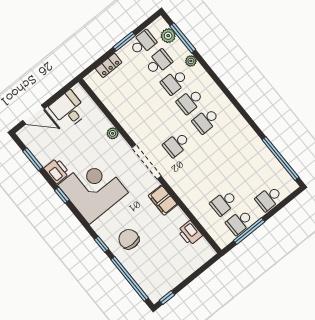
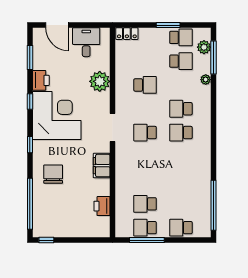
locker: (109, 65) -> (127, 34), moved
school desk: (174, 82) -> (145, 85), moved, turned 180
plant: (113, 133) -> (100, 81), width x1.88, depth x1.88
doorway: (147, 162) -> (113, 127), width x0.73
window: (102, 244) -> (30, 145), moved

